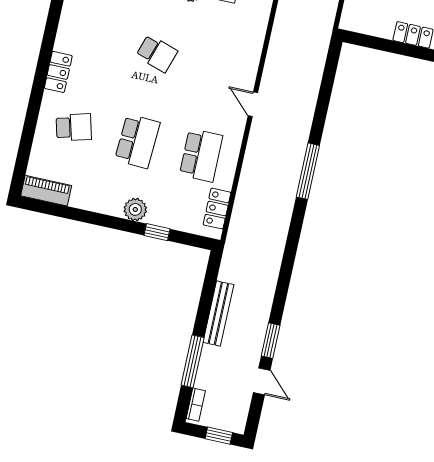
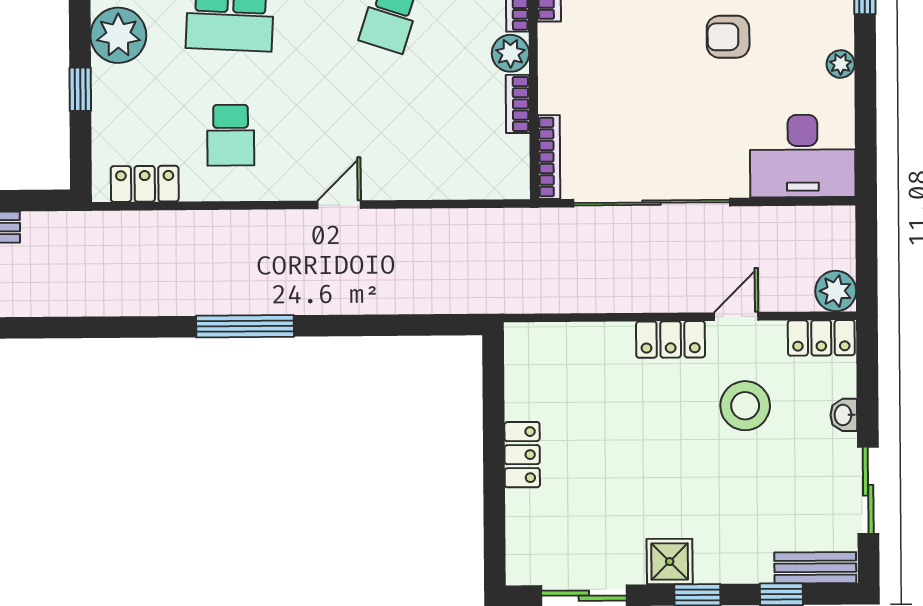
school desk: (201, 155) -> (231, 135), width x0.54
plant: (135, 209) -> (118, 35), width x1.36, depth x1.36

